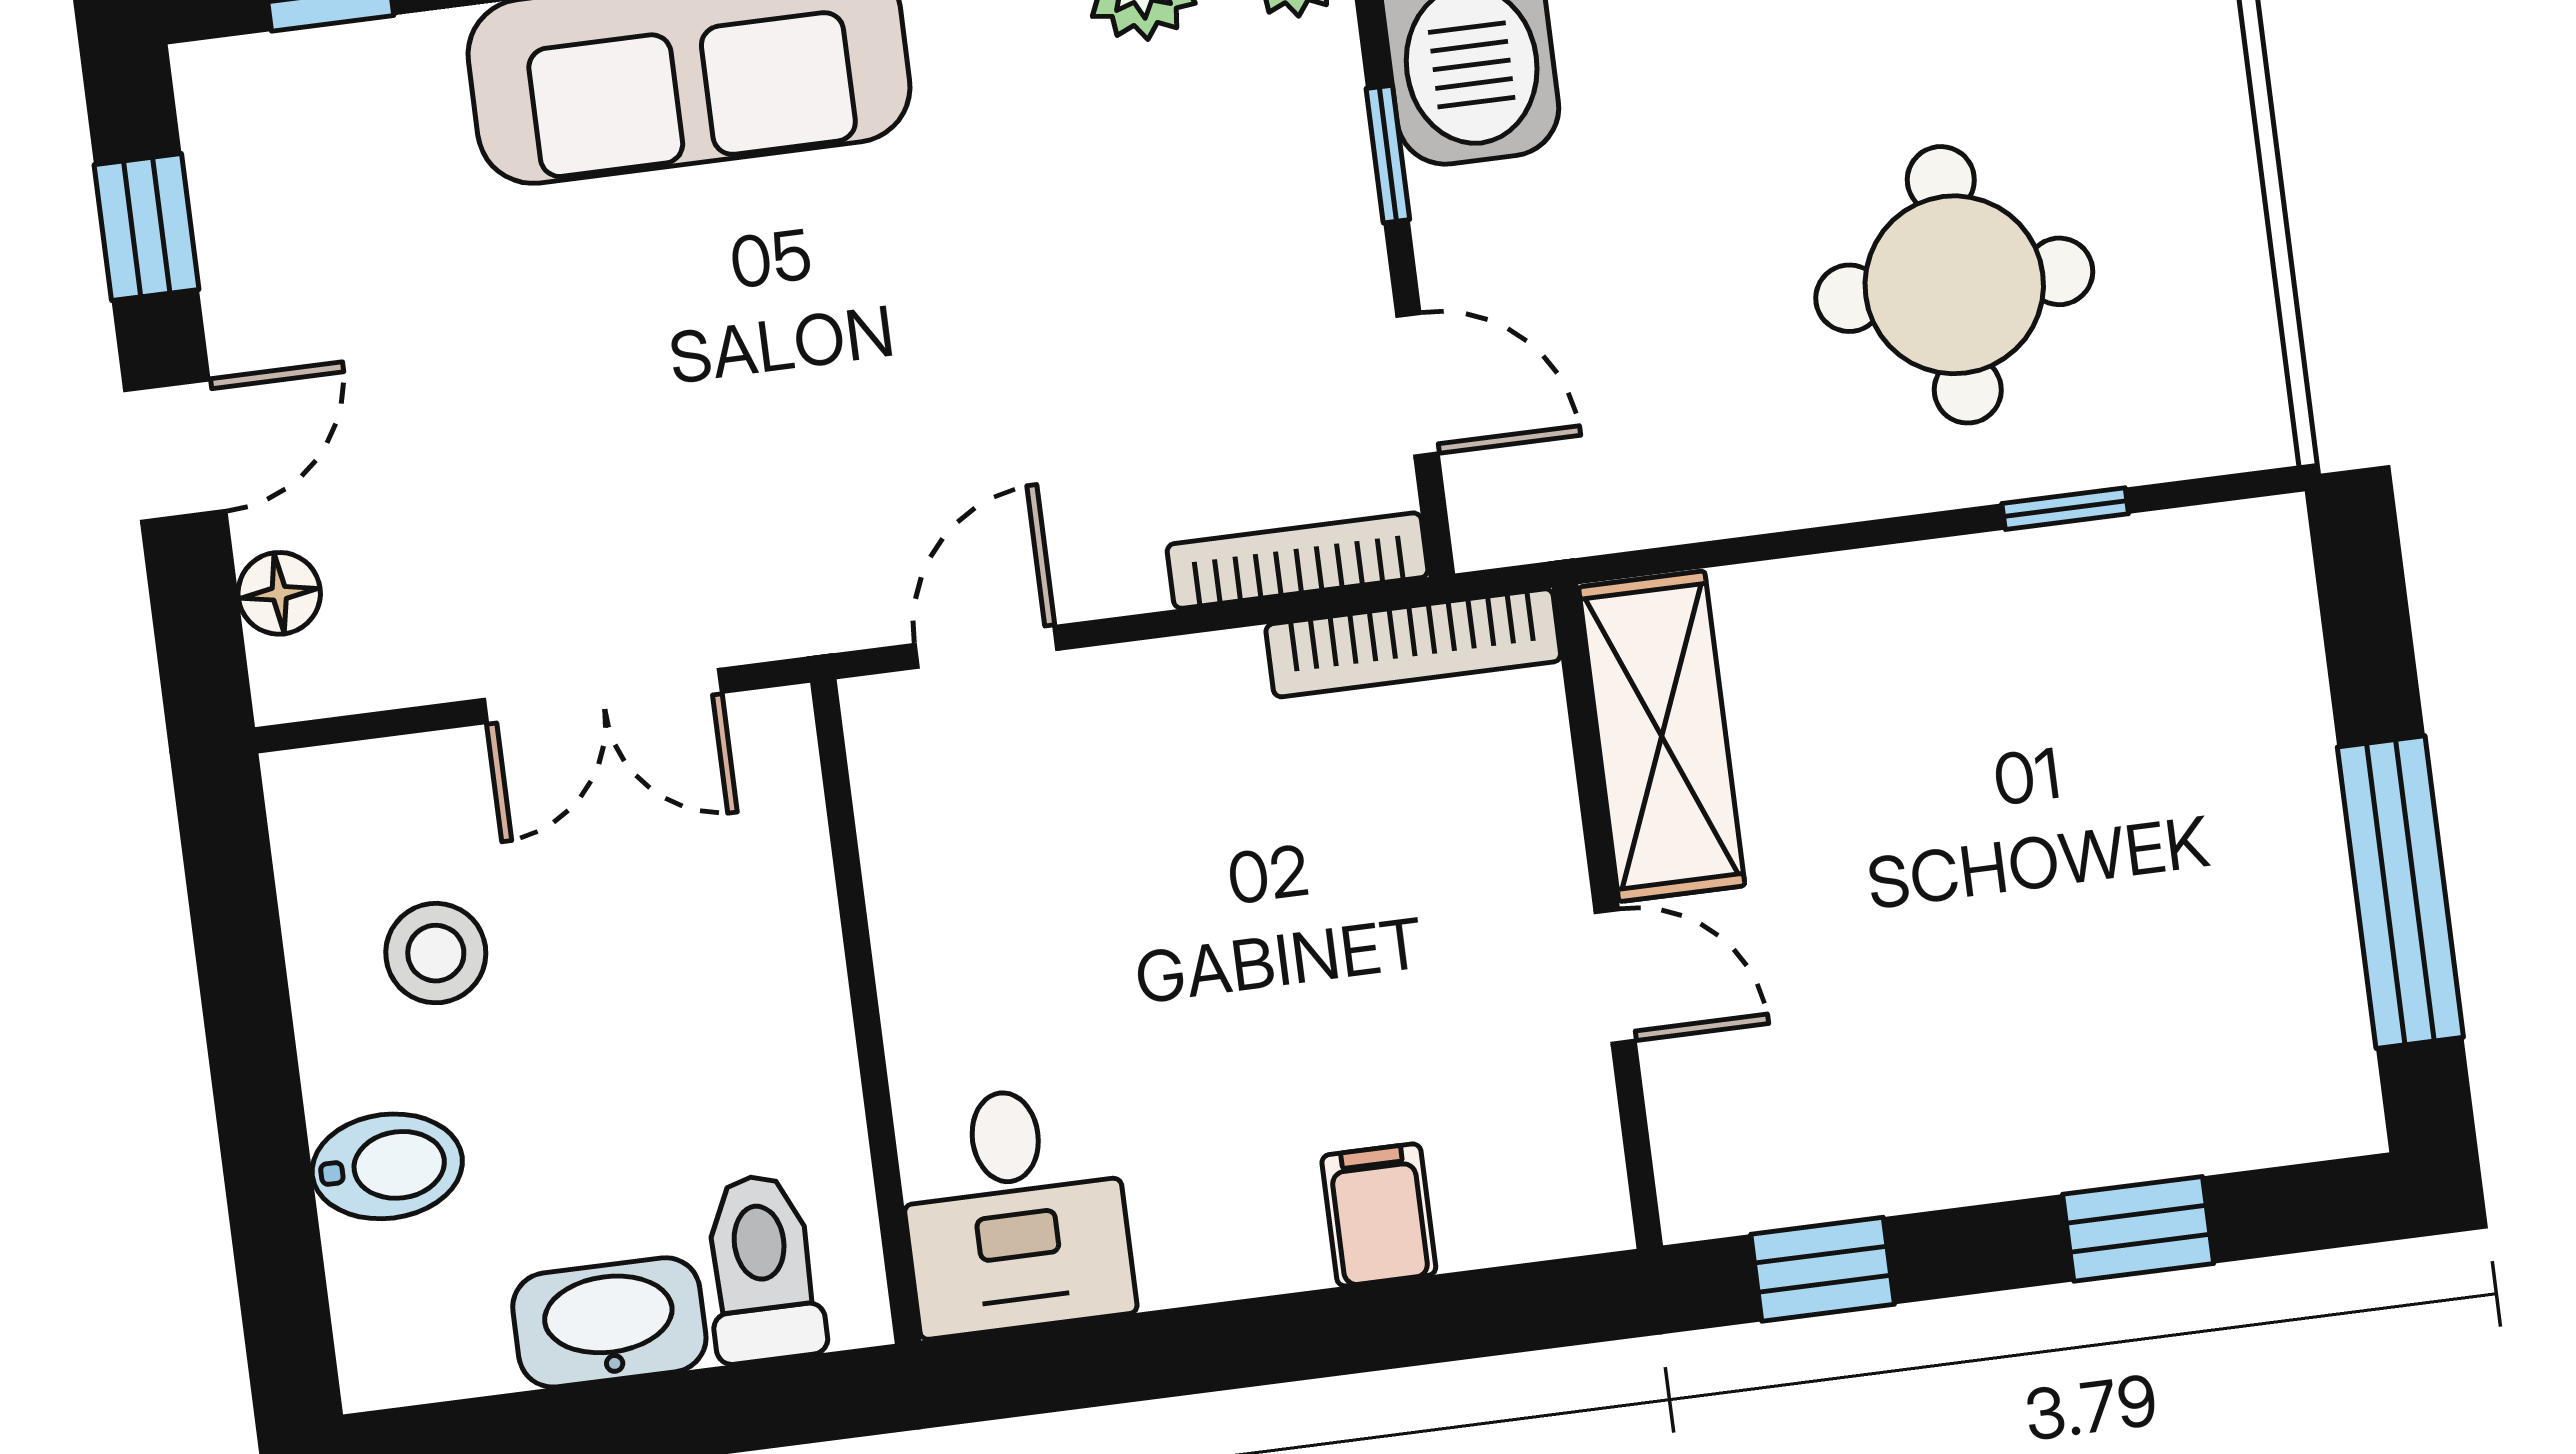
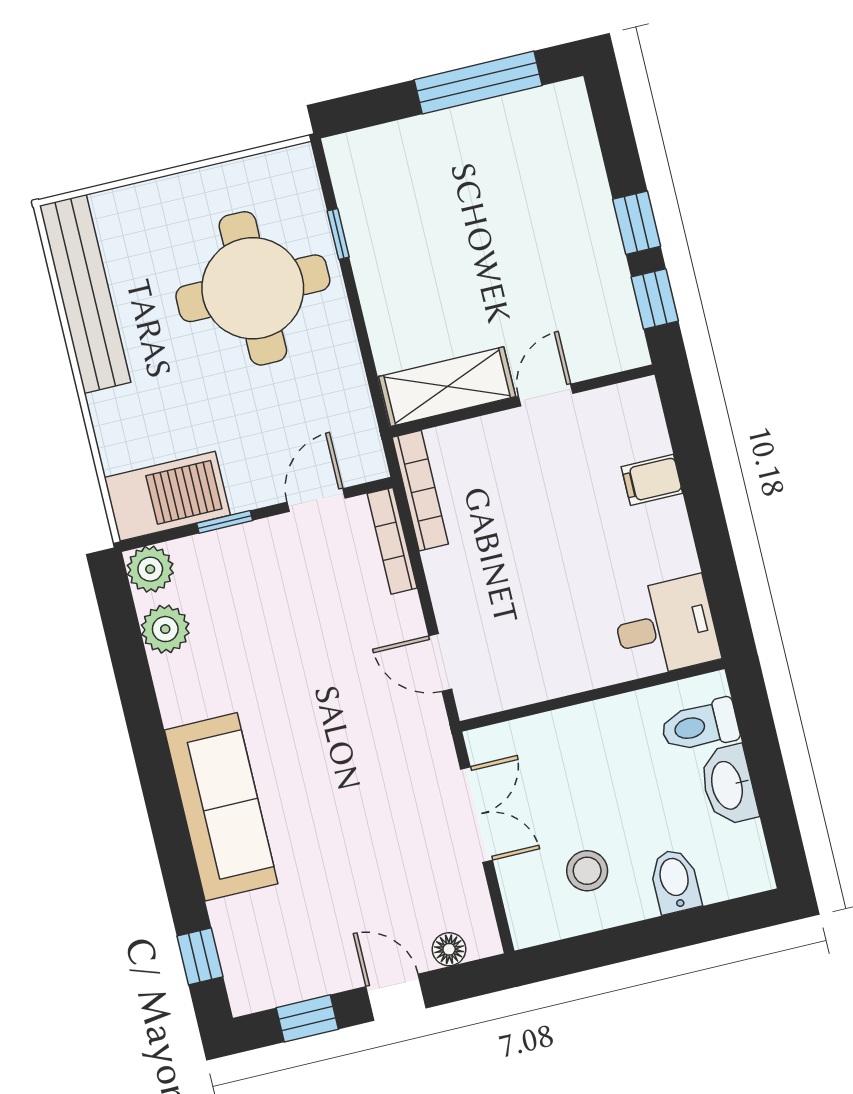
round table: (1954, 285) -> (253, 288), width x1.36, depth x1.36
window: (2138, 1229) -> (637, 223), moved

